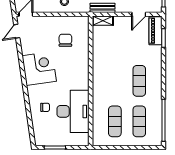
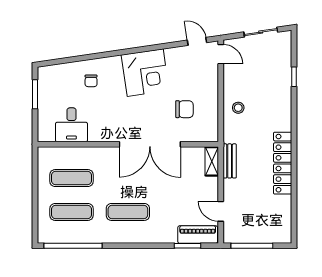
double door: (91, 65) -> (150, 144), added
desk: (73, 111) -> (71, 125), width x0.53, depth x0.77

